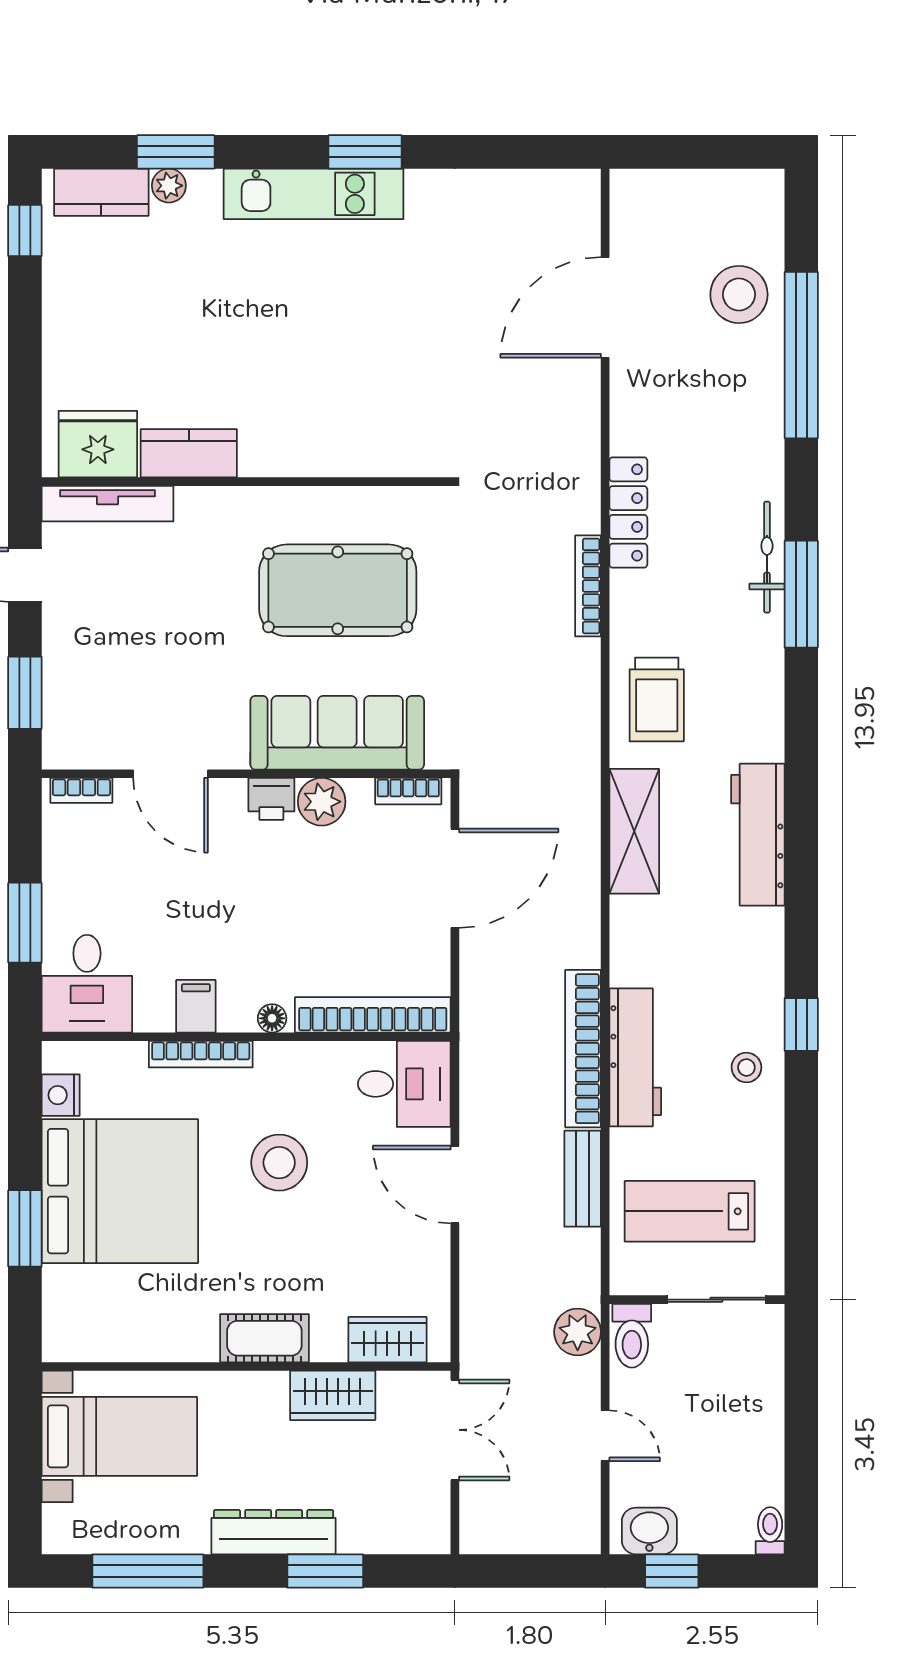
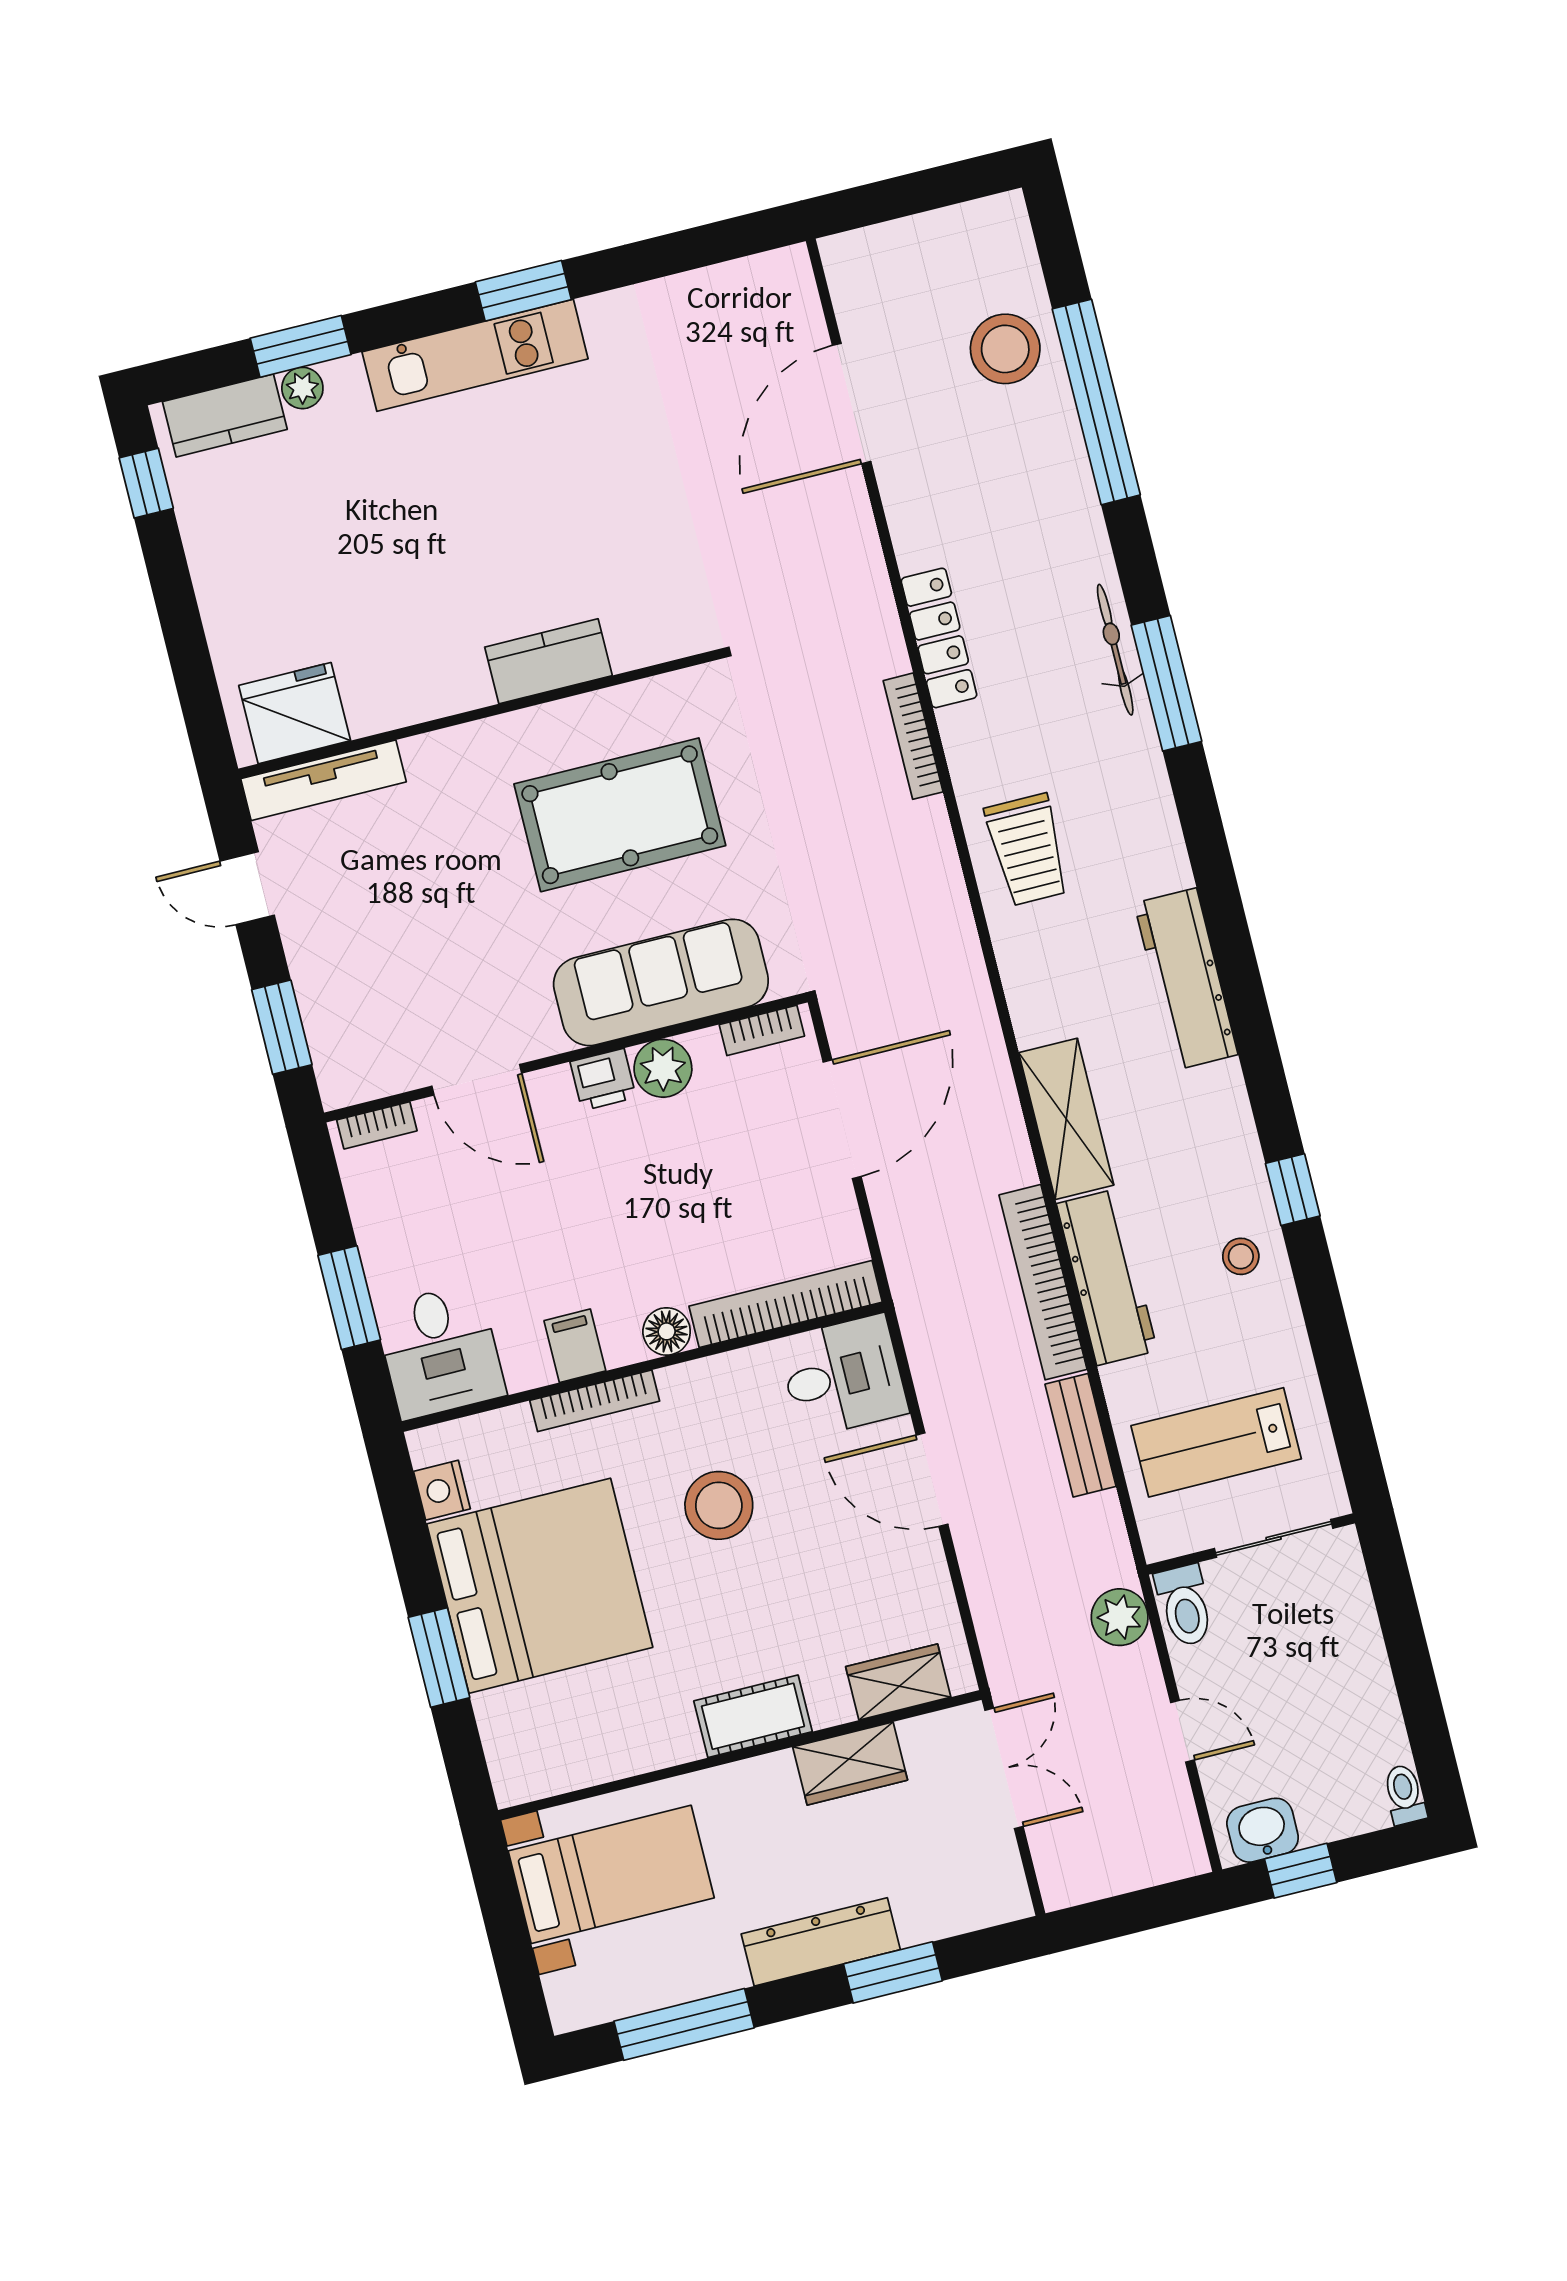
kitchen counter: (189, 453) -> (548, 661), moved
shelving: (634, 831) -> (1066, 1119), moved
floor lamp: (272, 1018) -> (667, 1331), width x1.37, depth x1.37

